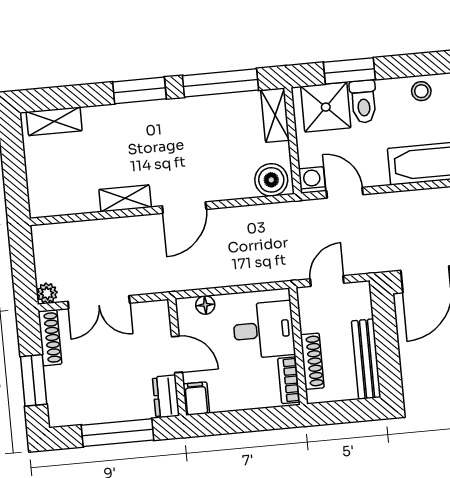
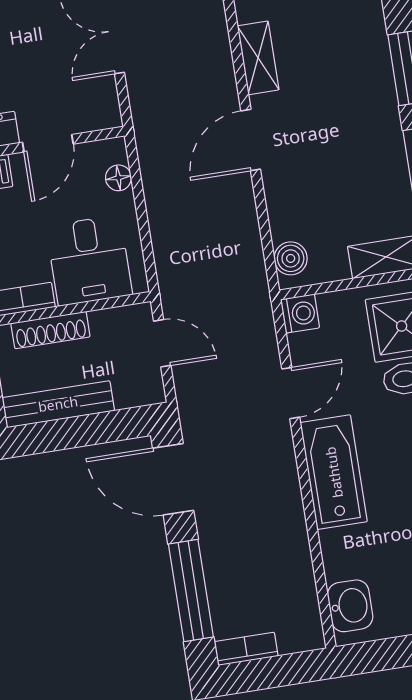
boiler: (271, 180) -> (291, 258), width x0.73, depth x0.73
door: (345, 193) -> (291, 393), moved
door: (184, 208) -> (251, 140), hinge flipped

